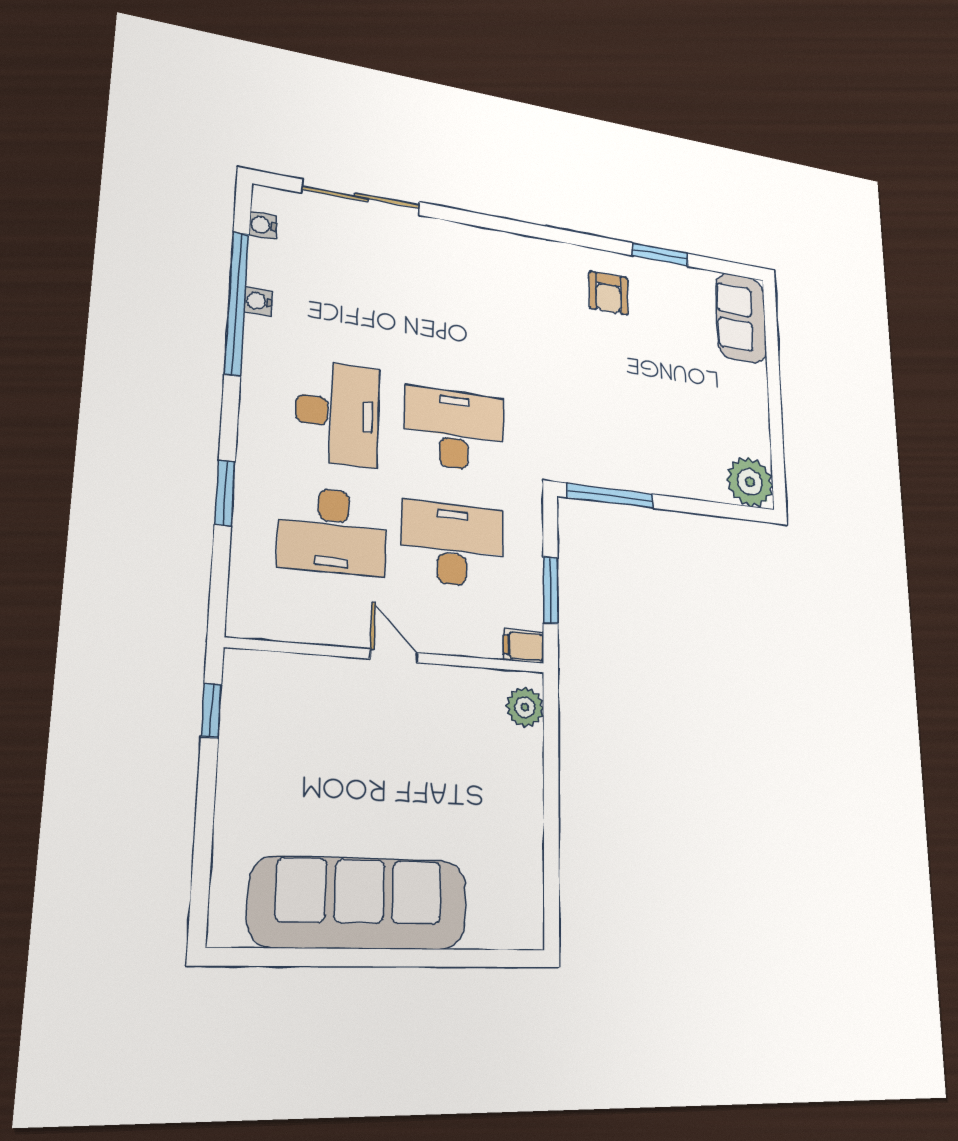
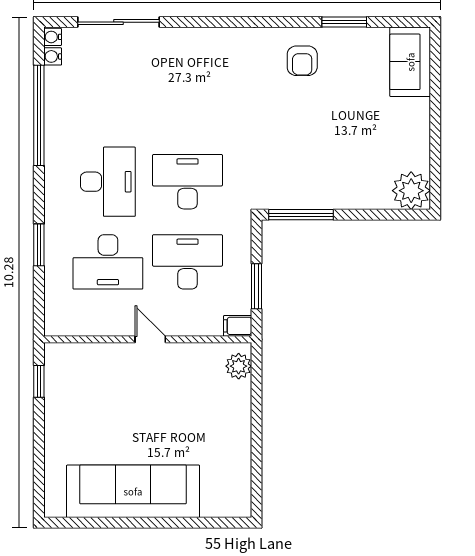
water cooler: (258, 301) -> (53, 37), moved

